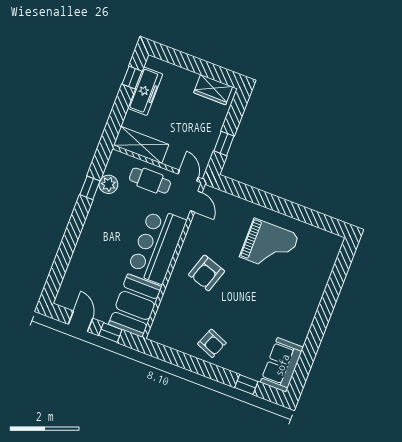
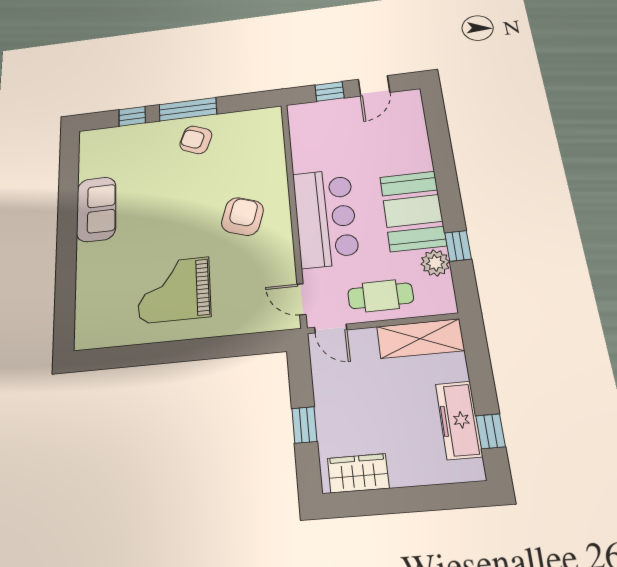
window: (224, 143) -> (304, 425), moved
booth: (135, 305) -> (413, 211), moved
door: (80, 321) -> (374, 86), hinge flipped
sofa: (282, 365) -> (96, 209), moved
window: (207, 370) -> (188, 109), added

